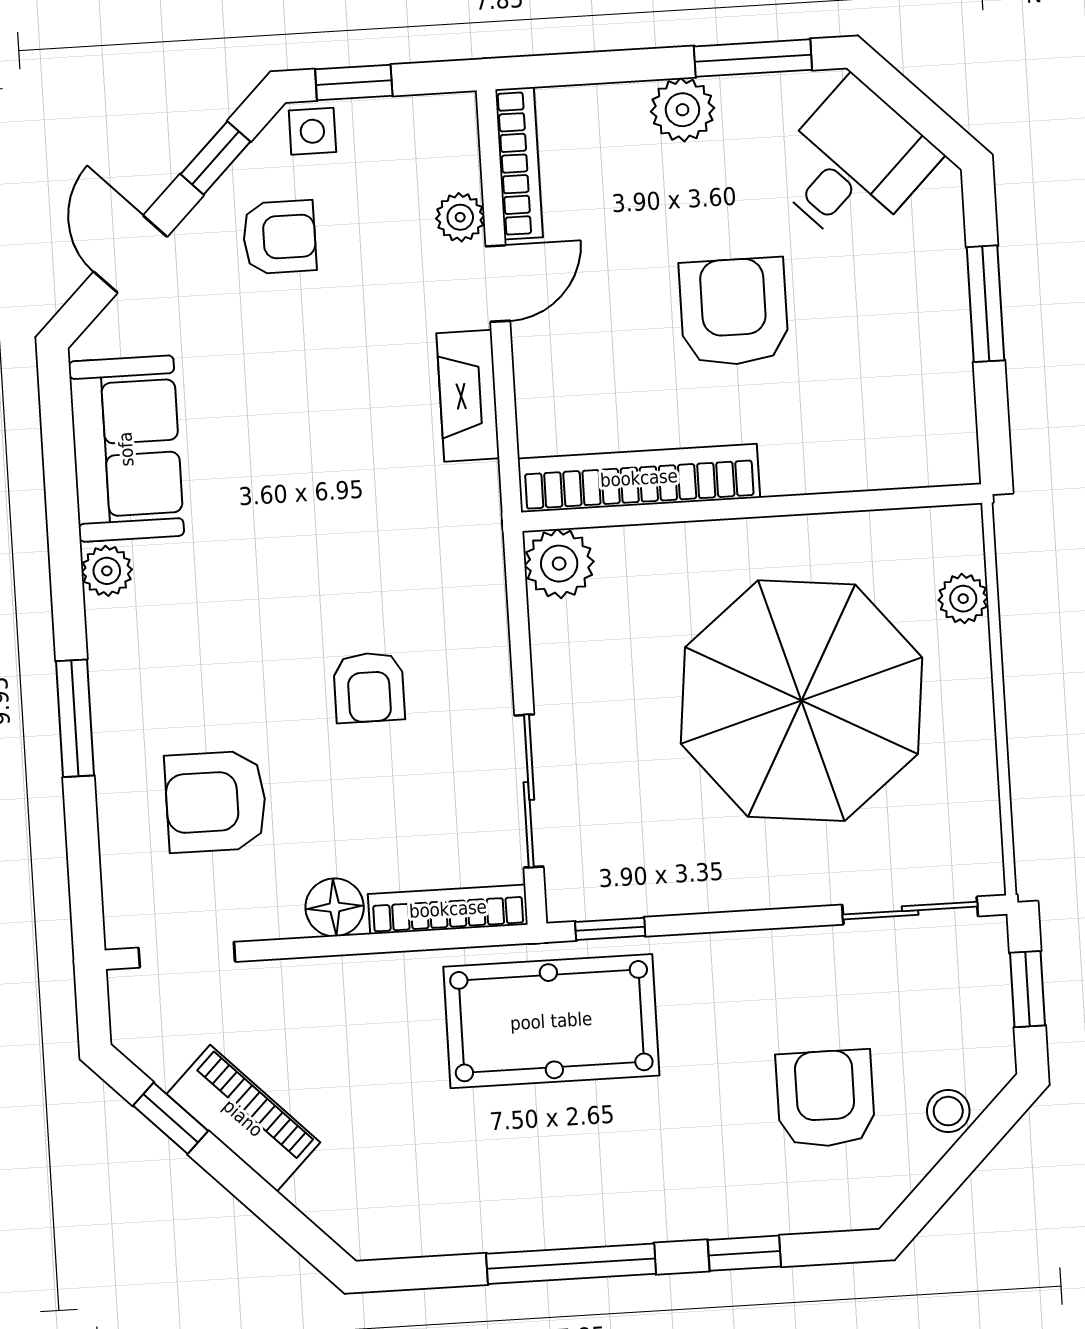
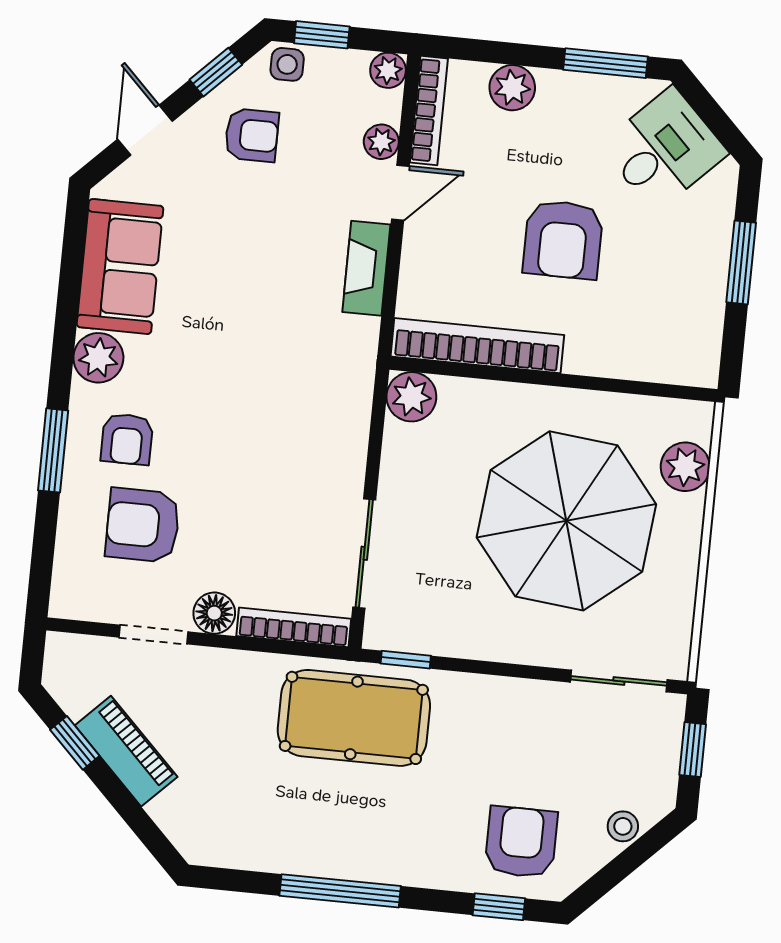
plant: (682, 110) -> (512, 88), moved
plant: (453, 117) -> (388, 70), added
armchair: (734, 312) -> (563, 240), turned 180
plant: (107, 571) -> (98, 358), width x1.38, depth x1.38
plant: (963, 599) -> (685, 467), width x1.38, depth x1.38
armchair: (369, 687) -> (127, 439), moved
doorway: (187, 955) -> (153, 634), moved
armchair: (825, 1099) -> (521, 842), moved
window: (744, 1253) -> (499, 907), moved

